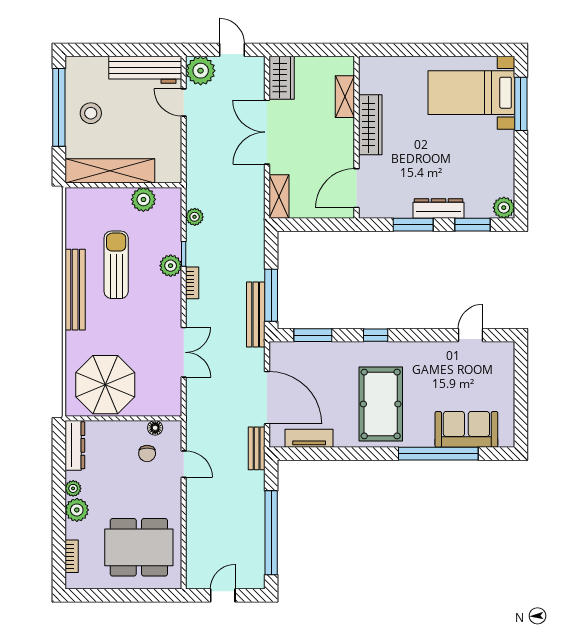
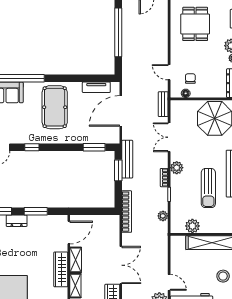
shelving: (279, 197) -> (76, 260), moved
dresser: (438, 209) -> (17, 221), width x0.70
bookcase: (257, 224) -> (127, 212), added
plant: (171, 266) -> (177, 168), moved
window: (271, 295) -> (118, 170), width x0.69
window: (376, 335) -> (32, 147), moved
door: (267, 398) -> (121, 111), hinge flipped
bench: (257, 448) -> (163, 104), moved
dining table: (139, 547) -> (195, 24), width x0.73

